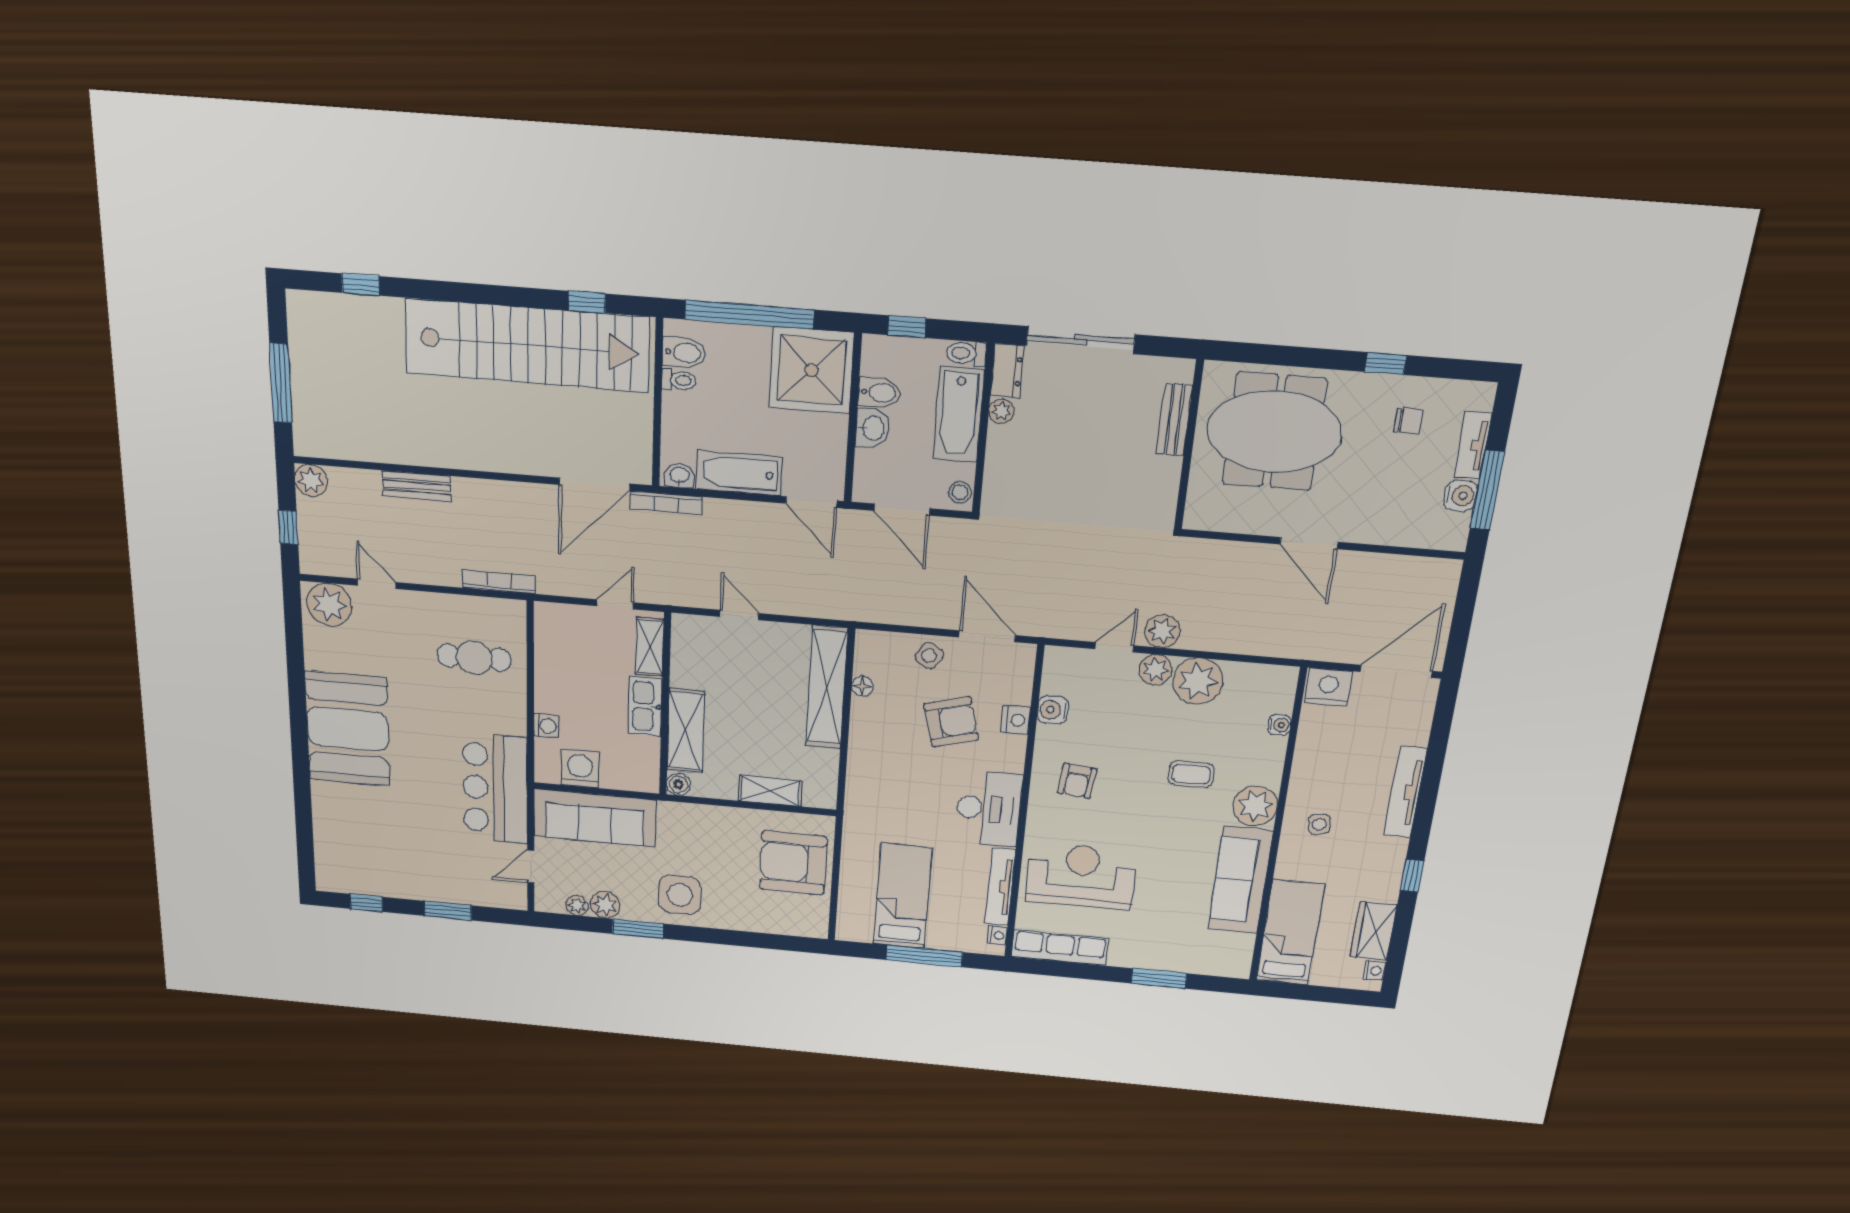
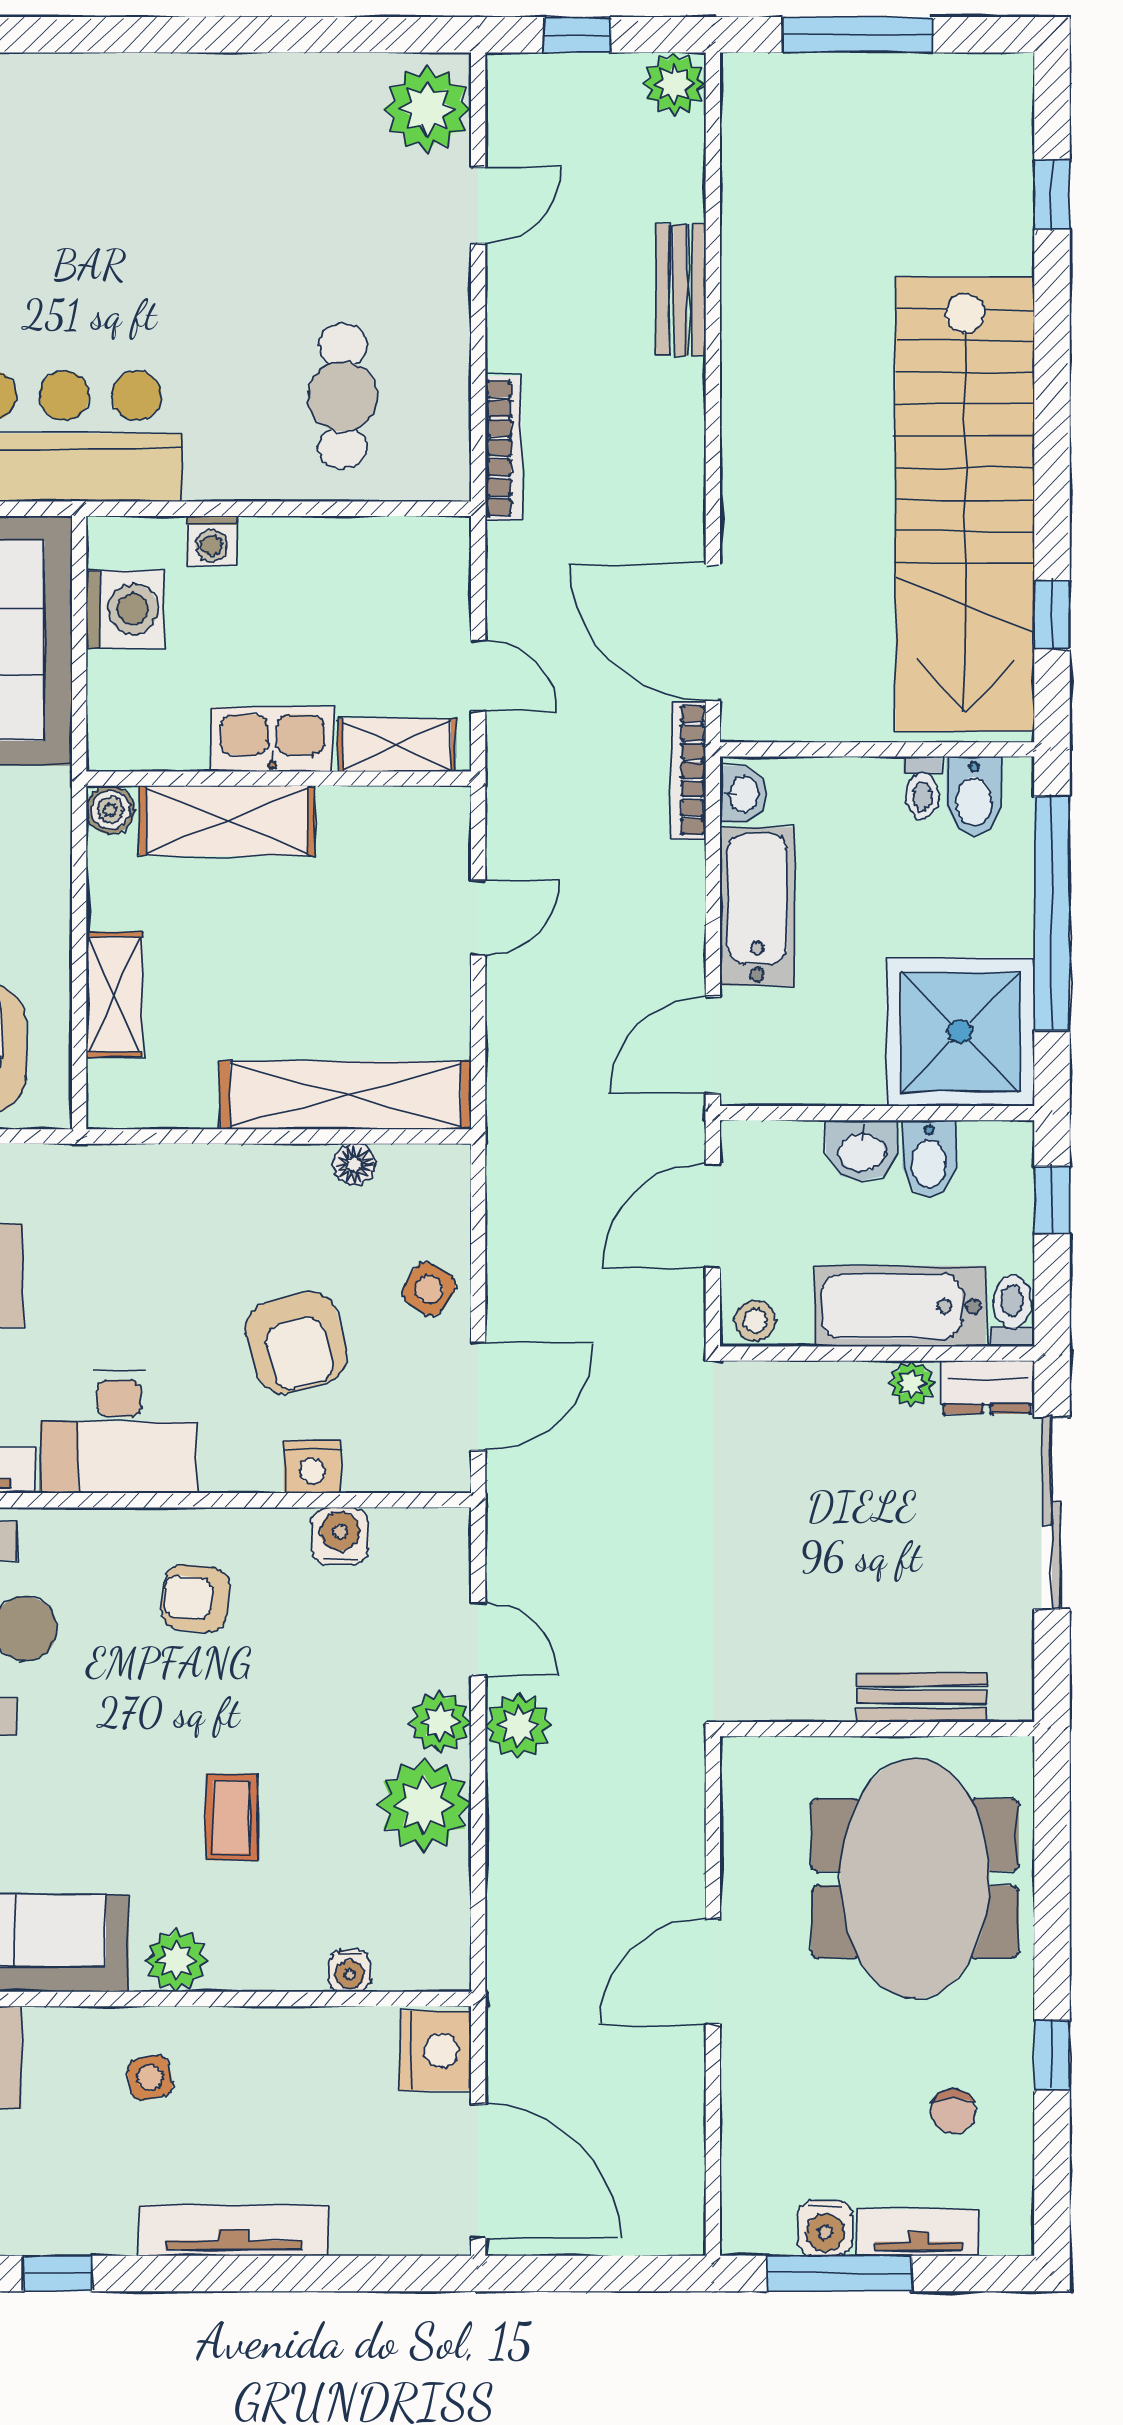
booth: (348, 729) -> (166, 135), removed
plant: (1255, 806) -> (176, 1961), width x0.73, depth x0.73

